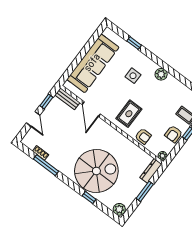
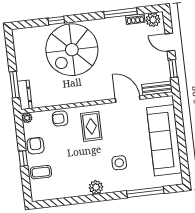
window: (134, 43) -> (145, 192), width x2.17
window: (145, 191) -> (14, 85), moved
plant: (119, 209) -> (153, 20), moved

